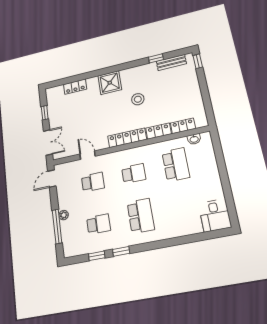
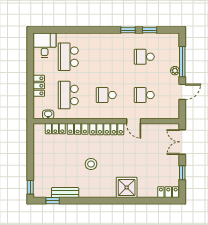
window: (156, 58) -> (53, 201), moved
bench: (171, 62) -> (65, 193), moved
shower: (110, 83) -> (127, 187), moved
locker: (75, 87) -> (168, 192), moved
door: (88, 155) -> (134, 121), moved
locker: (212, 168) -> (39, 86), added
door: (52, 179) -> (182, 92), moved
school desk: (141, 216) -> (68, 57), moved

